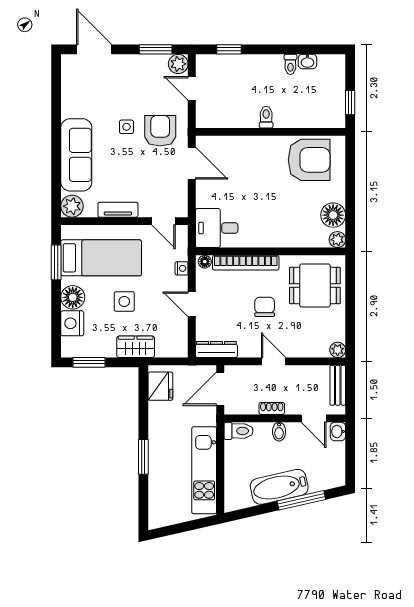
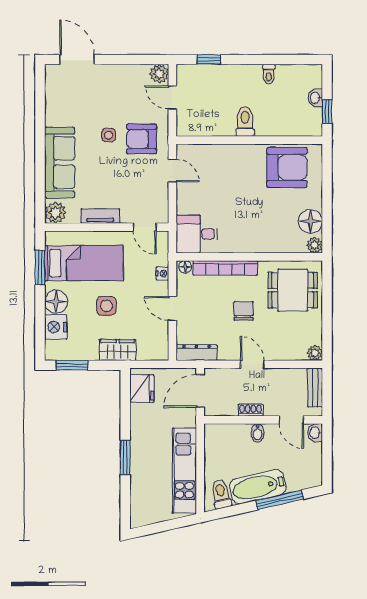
window: (156, 49) -> (137, 60), removed
washbasin: (307, 62) -> (315, 98), moved, turned 90
toilet: (266, 117) -> (245, 122), width x1.37, depth x1.39
armchair: (160, 131) -> (142, 139), turned -90
door: (192, 163) -> (172, 171), width x0.73
toilet: (238, 431) -> (221, 494), moved, turned -103

